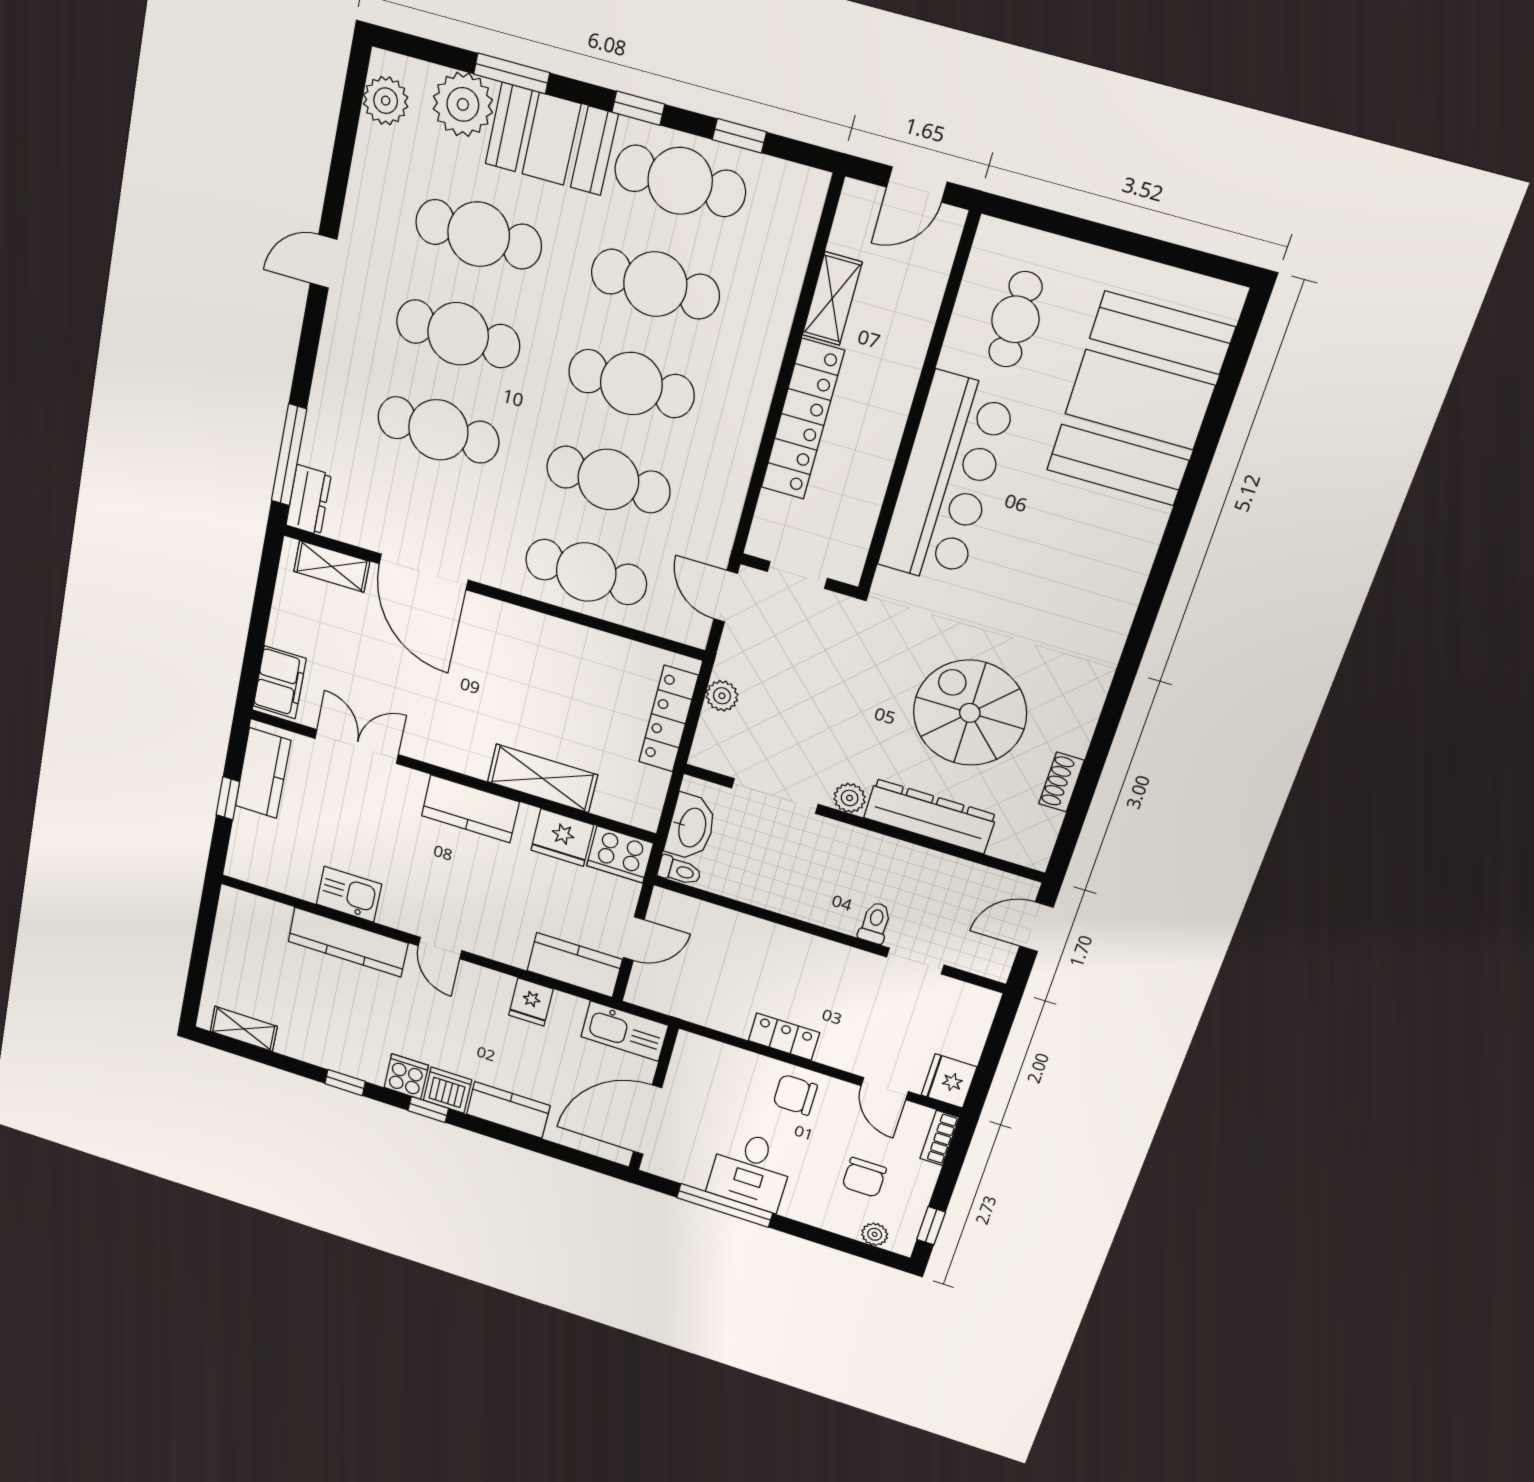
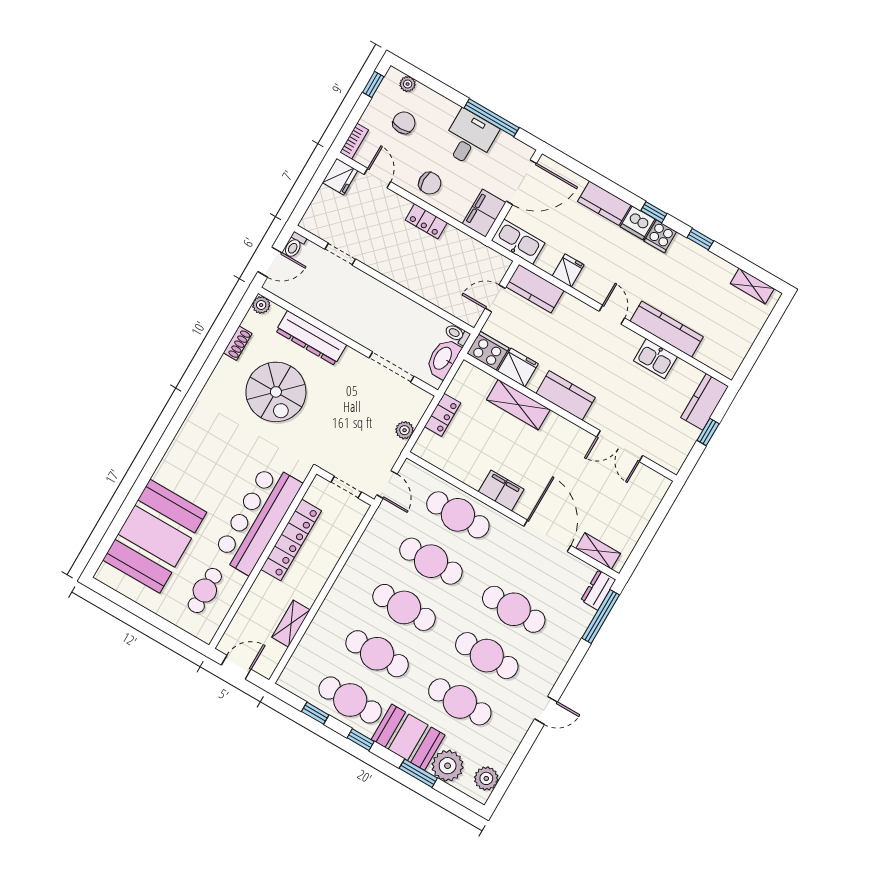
locker: (802, 419) -> (291, 540), moved, turned 180
filing cabinet: (280, 682) -> (501, 491), moved, turned 90
locker: (668, 719) -> (443, 415), width x0.66
kitchen counter: (263, 773) -> (705, 402), moved
plant: (850, 798) -> (261, 305), moved
toilet: (875, 923) -> (294, 245), moved
filing cabinet: (693, 1065) -> (484, 213), added

